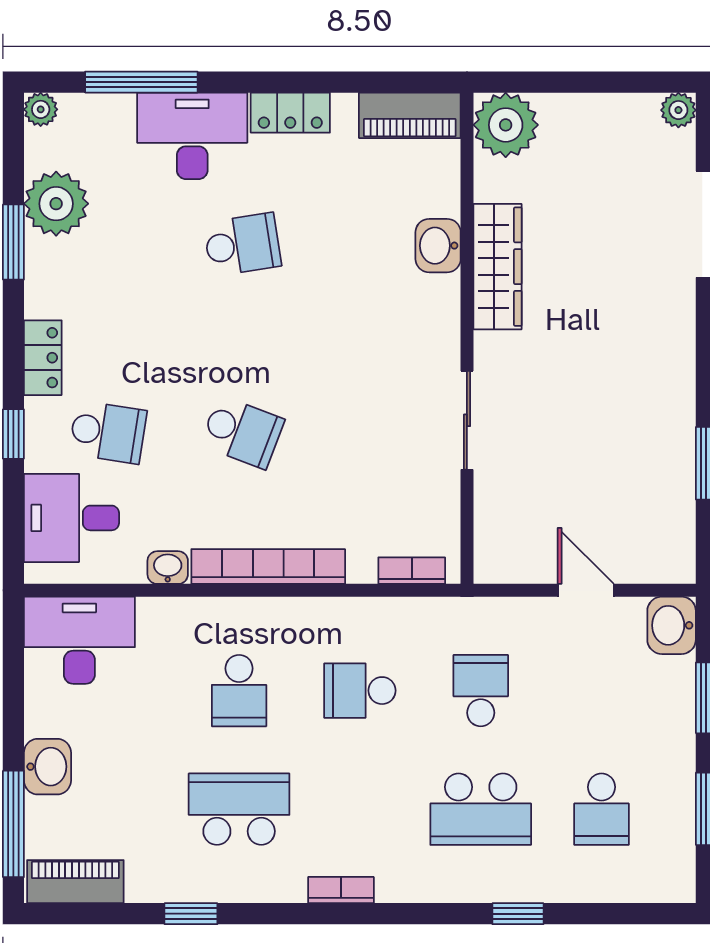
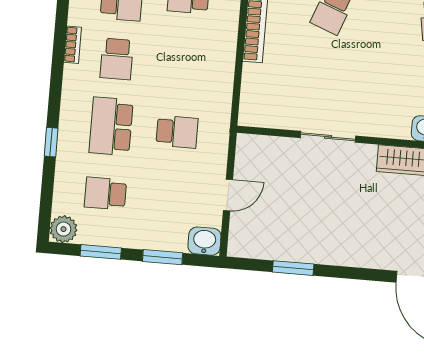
bookcase: (412, 571) -> (247, 99), removed
school desk: (360, 691) -> (117, 59), moved, turned 180
plant: (671, 879) -> (63, 229), added

